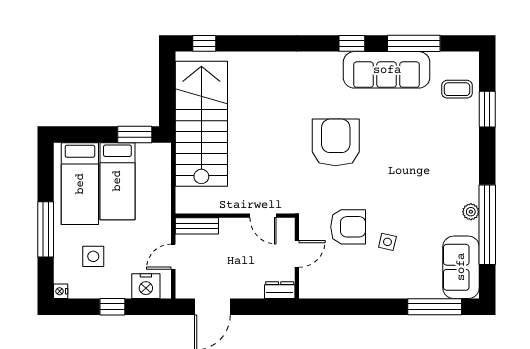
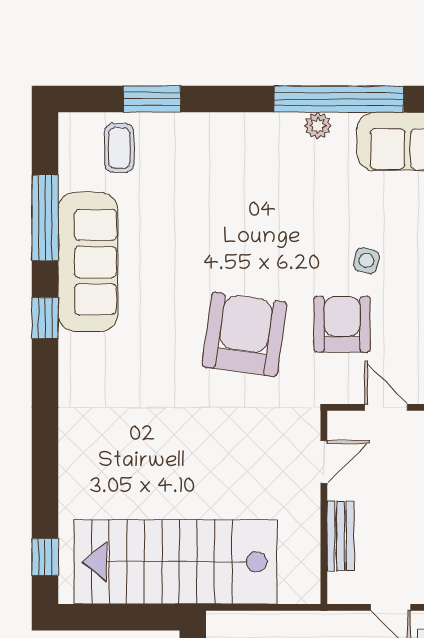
armchair: (336, 142) -> (244, 334), moved, turned 98
bench: (197, 226) -> (341, 536), moved

